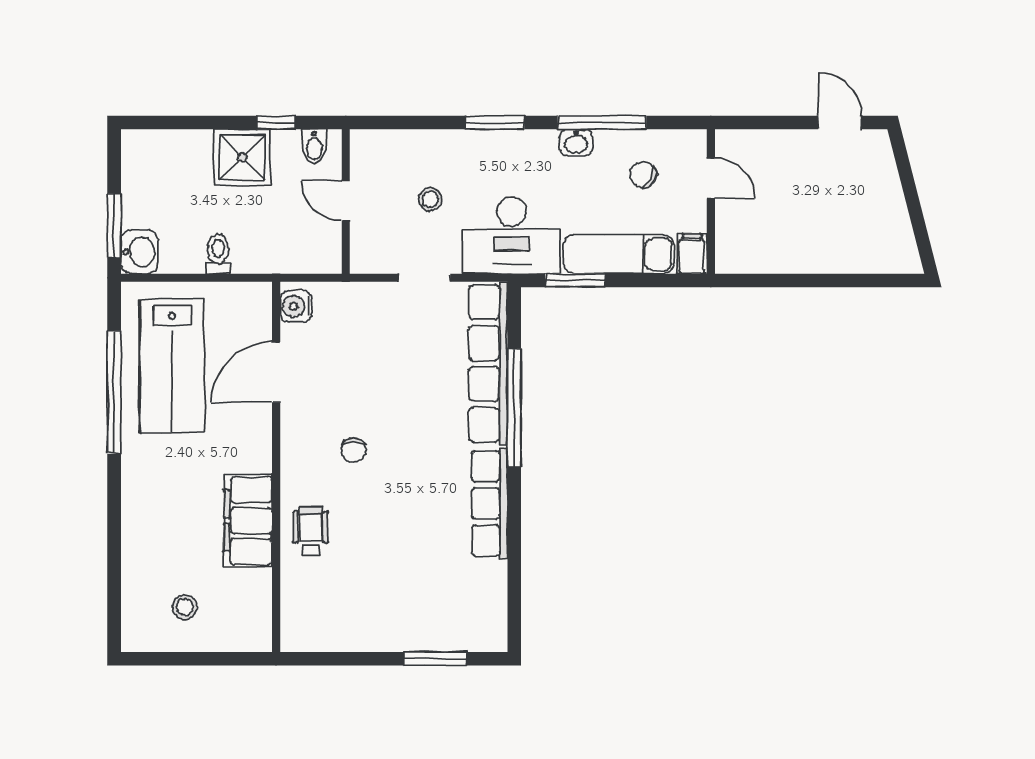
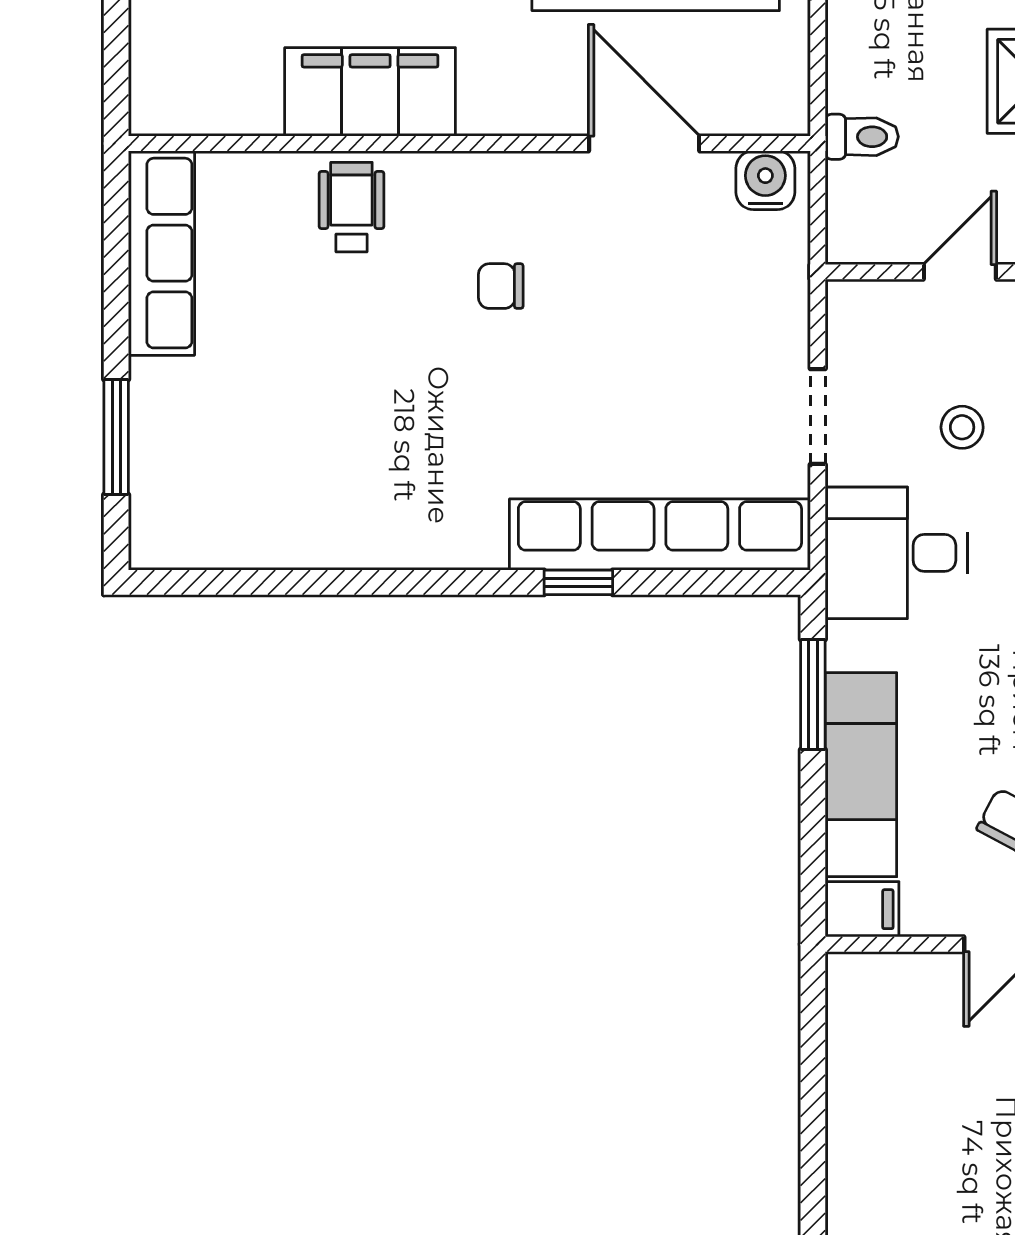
desk: (512, 235) -> (896, 553), width x0.73
toilet: (218, 254) -> (862, 137), moved
window: (514, 408) -> (578, 582), width x0.32
row of seats: (490, 503) -> (161, 253), moved, turned 90
wheelchair: (311, 531) -> (351, 207), turned -90

